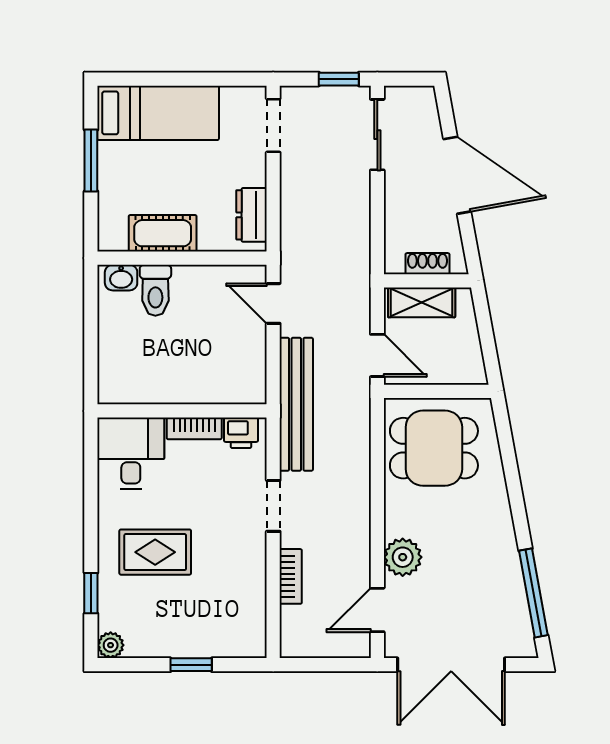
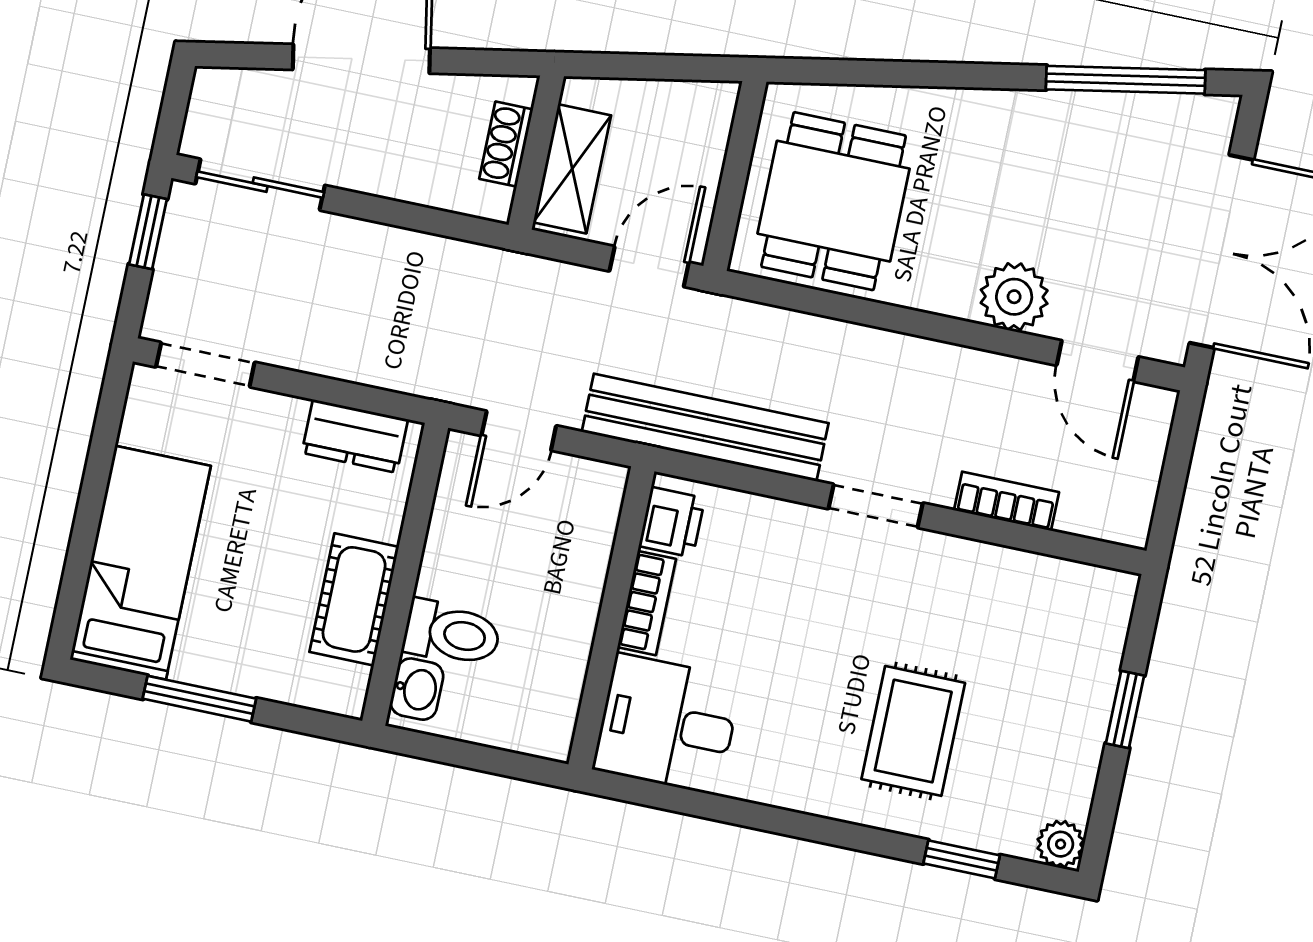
wall: (182, 411) -> (611, 618), moved
bookcase: (194, 428) -> (647, 603), moved
printer: (241, 433) -> (672, 522), moved
desk: (131, 453) -> (667, 724), moved

